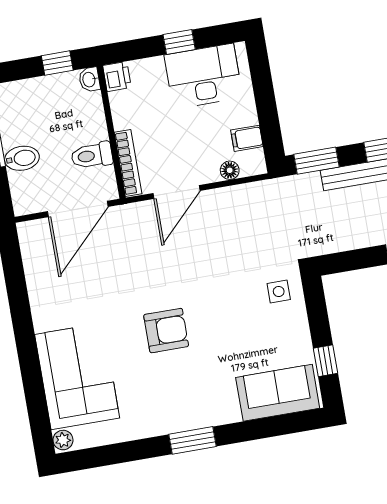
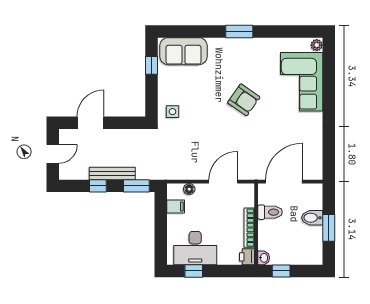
window: (179, 42) -> (194, 271), moved
bookcase: (128, 163) -> (249, 228), moved
armchair: (166, 331) -> (244, 100), turned -145

